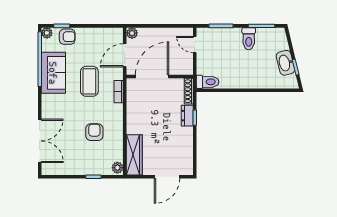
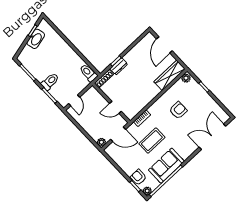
toilet: (249, 39) -> (50, 81), moved
door: (152, 77) -> (115, 107), width x0.53
armchair: (94, 132) -> (178, 110), turned 180
door: (167, 177) -> (164, 45), swing flipped

